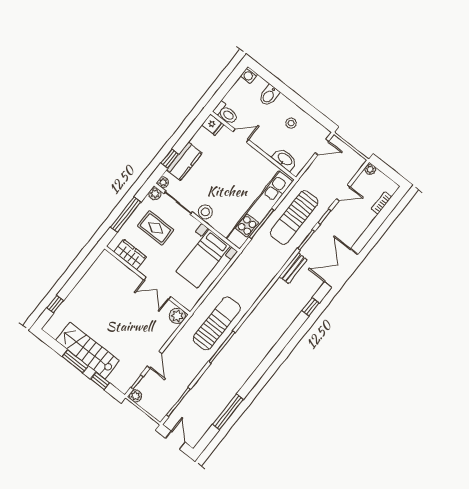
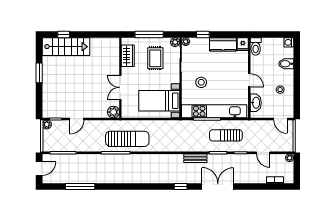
door: (241, 136) -> (249, 80), moved
kitchen counter: (184, 161) -> (223, 44), moved
stool: (205, 212) -> (201, 82), moved
sun lounger: (294, 217) -> (226, 135), width x0.73, depth x0.75
stairs: (87, 350) -> (66, 47), moved, turned 90
window: (100, 381) -> (39, 97), removed

